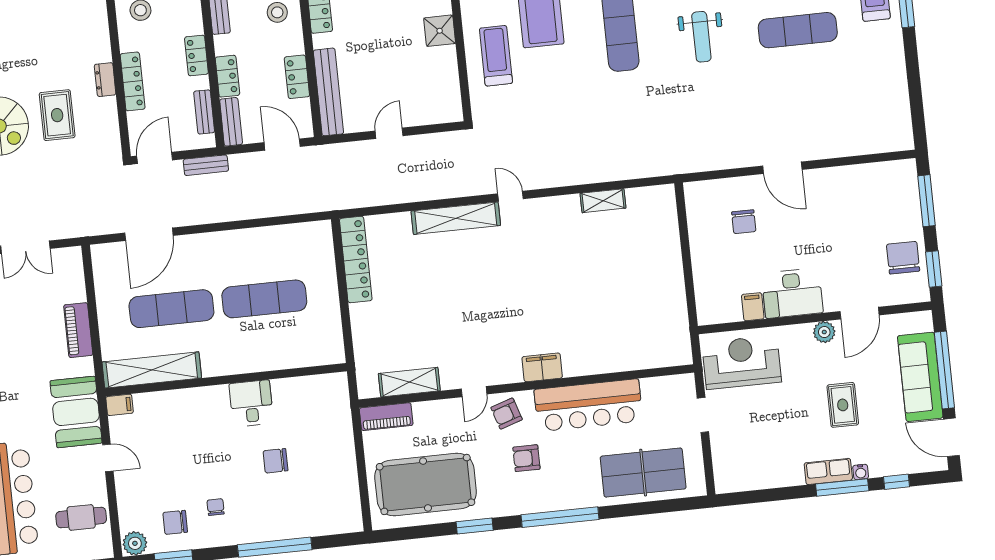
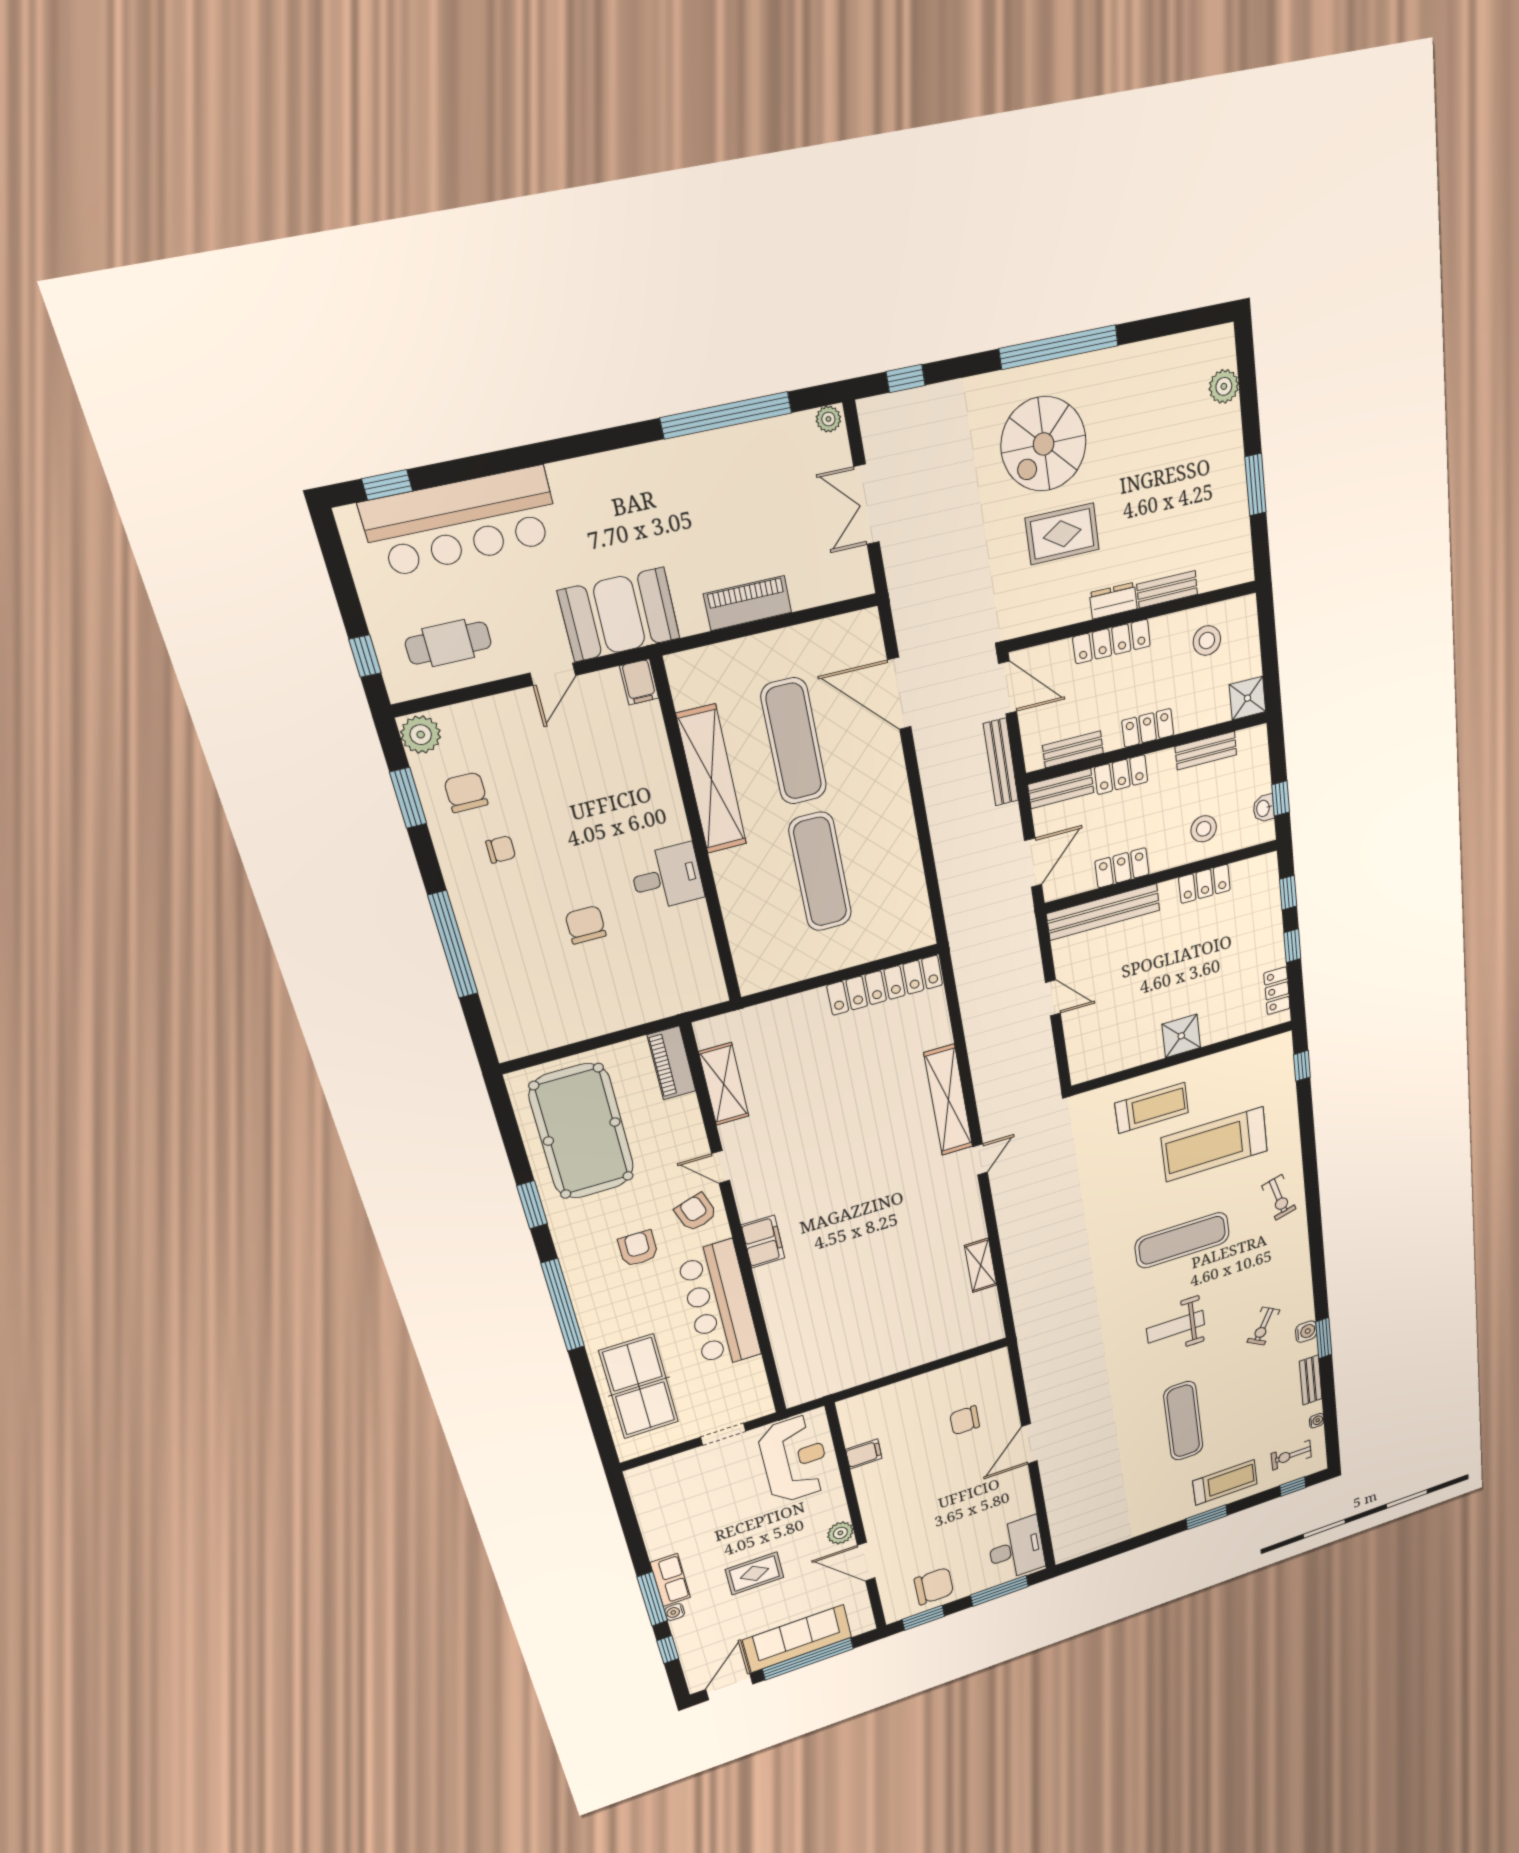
bench: (102, 40) -> (1167, 589), added
bench: (206, 165) -> (1001, 762), width x1.36
desk: (792, 293) -> (1016, 1549), moved, turned 180
shelving: (152, 370) -> (712, 779), moved
cafe table: (81, 517) -> (448, 643), turned 90

